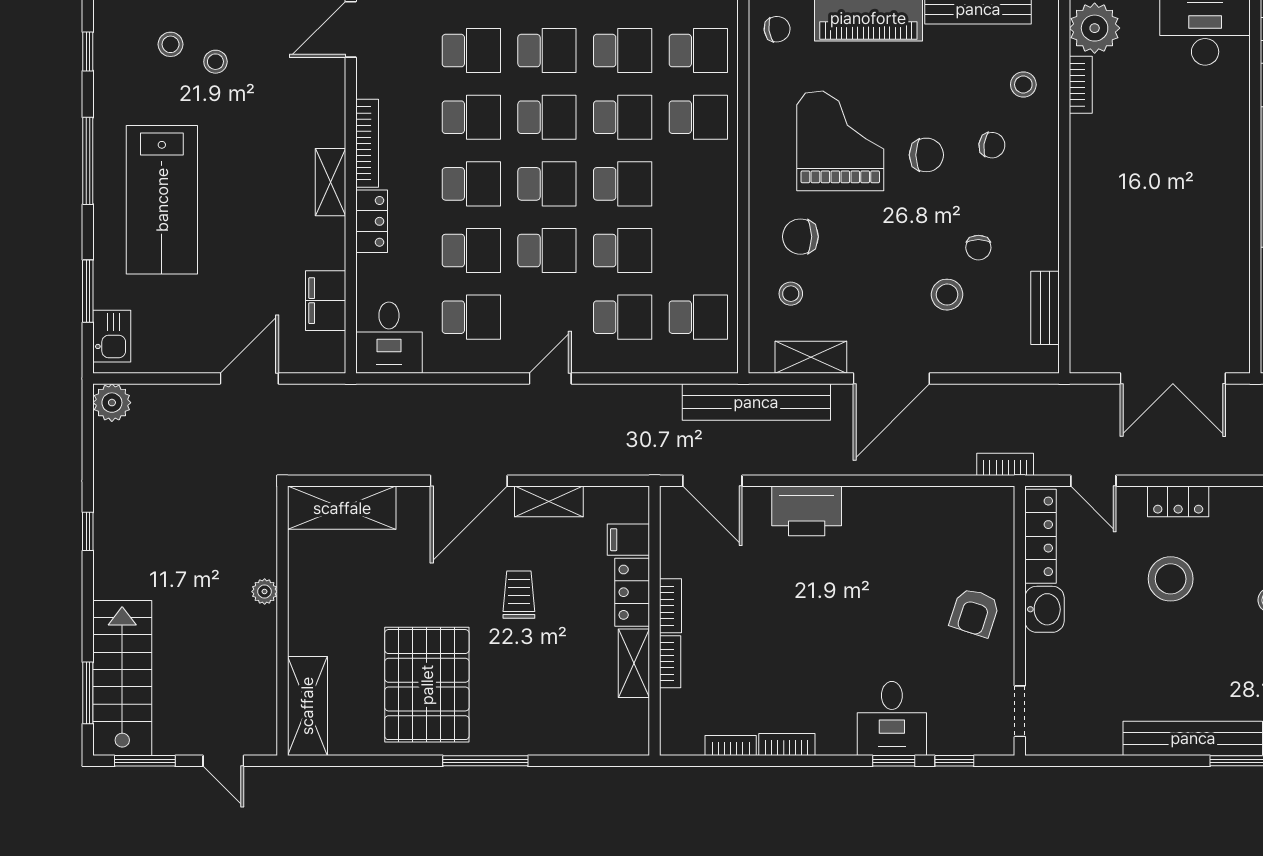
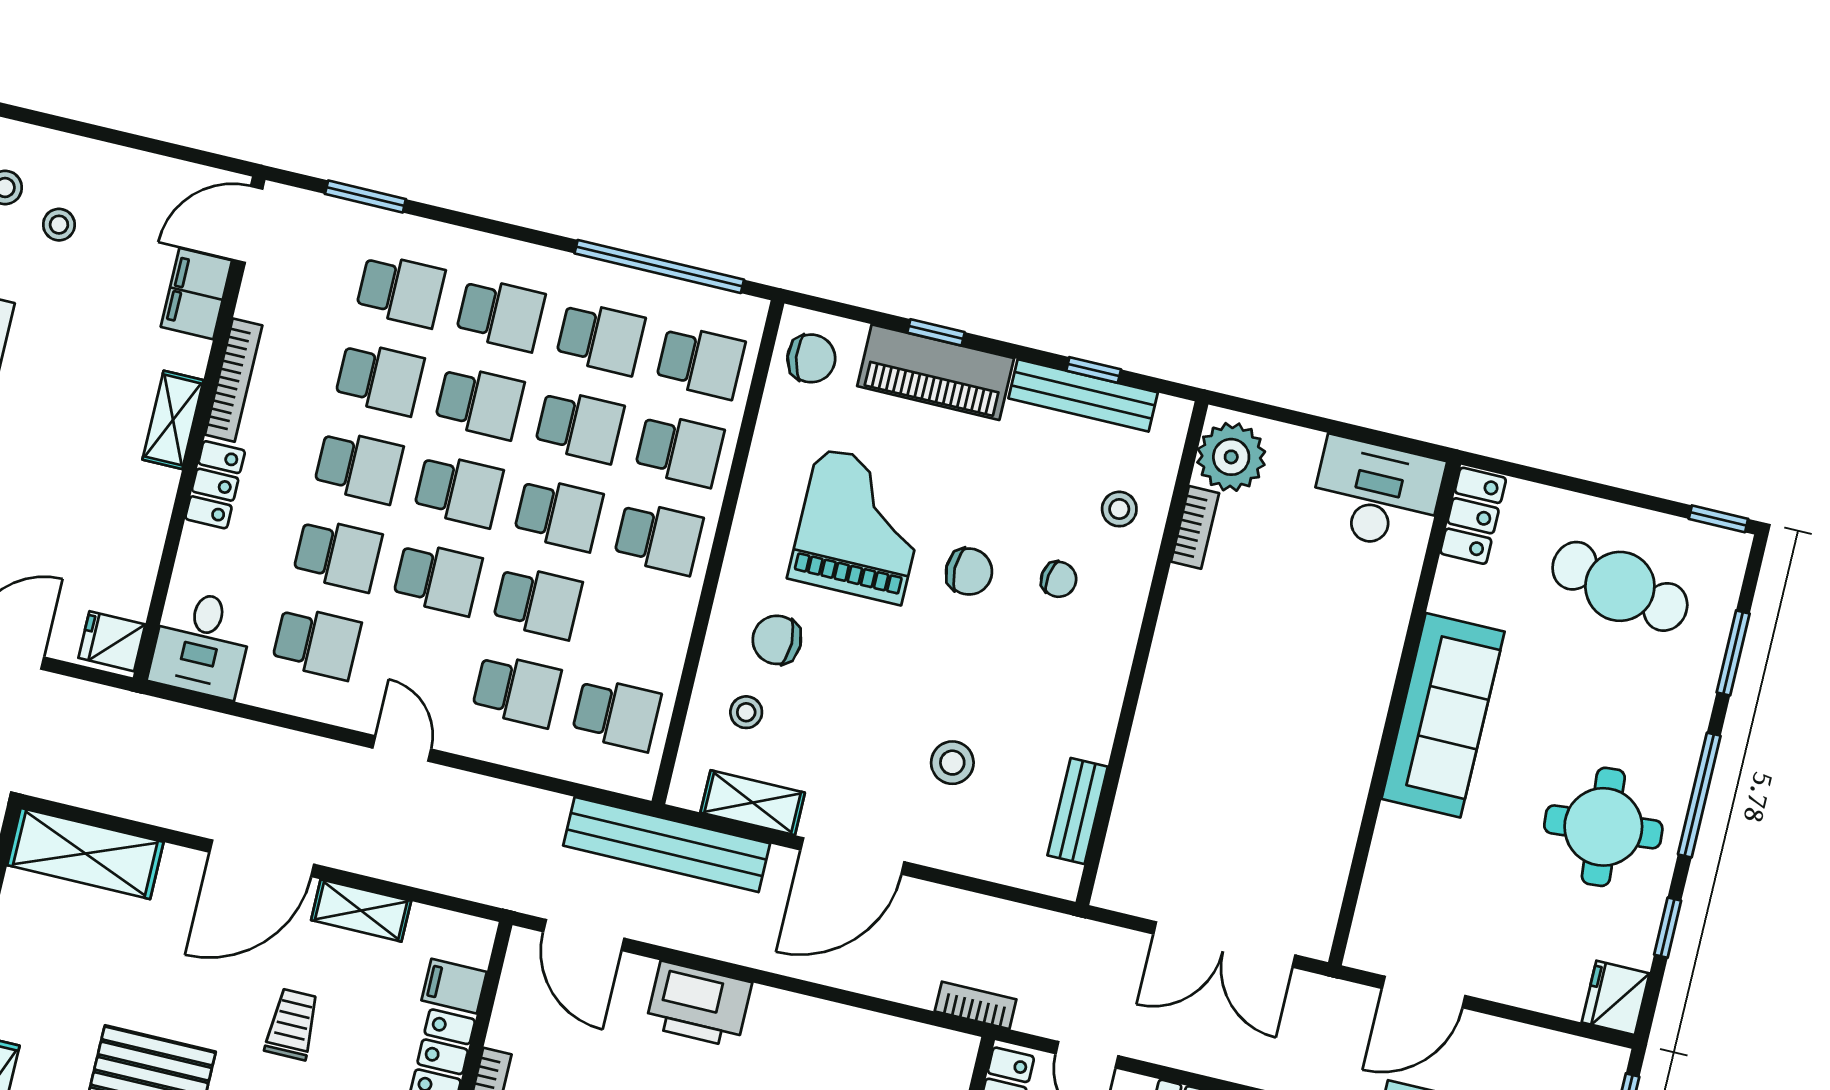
chair: (777, 29) -> (811, 358), width x1.37, depth x1.37
school desk: (698, 184) -> (659, 538), added
chair: (978, 248) -> (1009, 710), removed
filing cabinet: (326, 301) -> (196, 294), moved
fridge: (324, 351) -> (112, 641), added
door: (550, 378) -> (402, 749), hinge flipped

